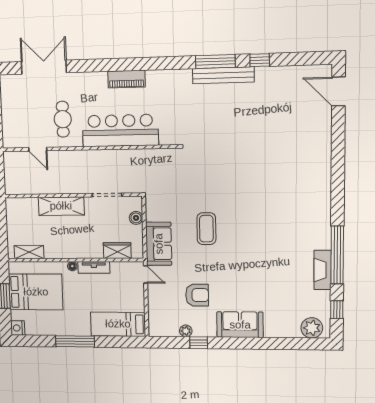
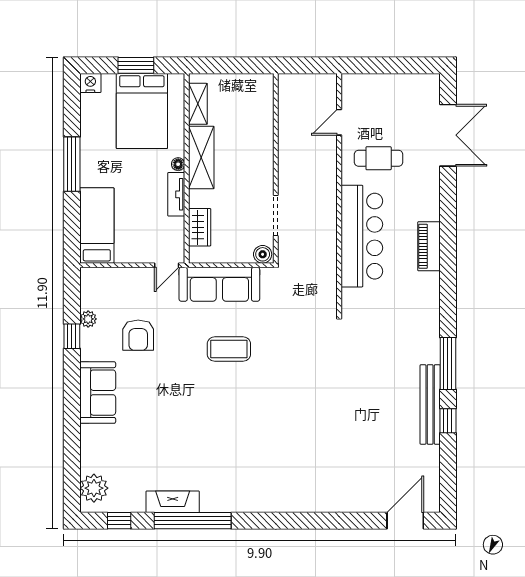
bench: (223, 75) -> (430, 404), moved
shelving: (61, 206) -> (201, 158), moved
boiler: (136, 218) -> (263, 254), moved
sofa: (159, 244) -> (219, 284), width x1.36

